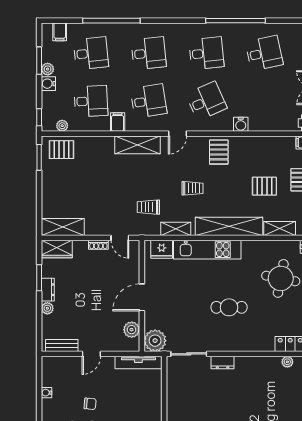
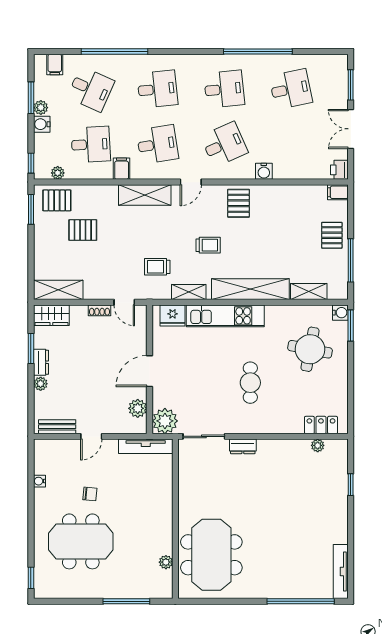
desk: (91, 53) -> (91, 89), turned 30
pallet: (264, 186) -> (83, 230), moved
cafe table: (229, 307) -> (250, 383), turned 90

